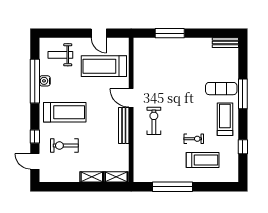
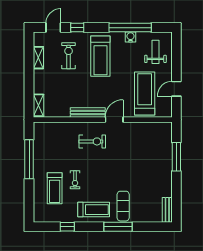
shelving: (92, 177) -> (38, 58), moved

